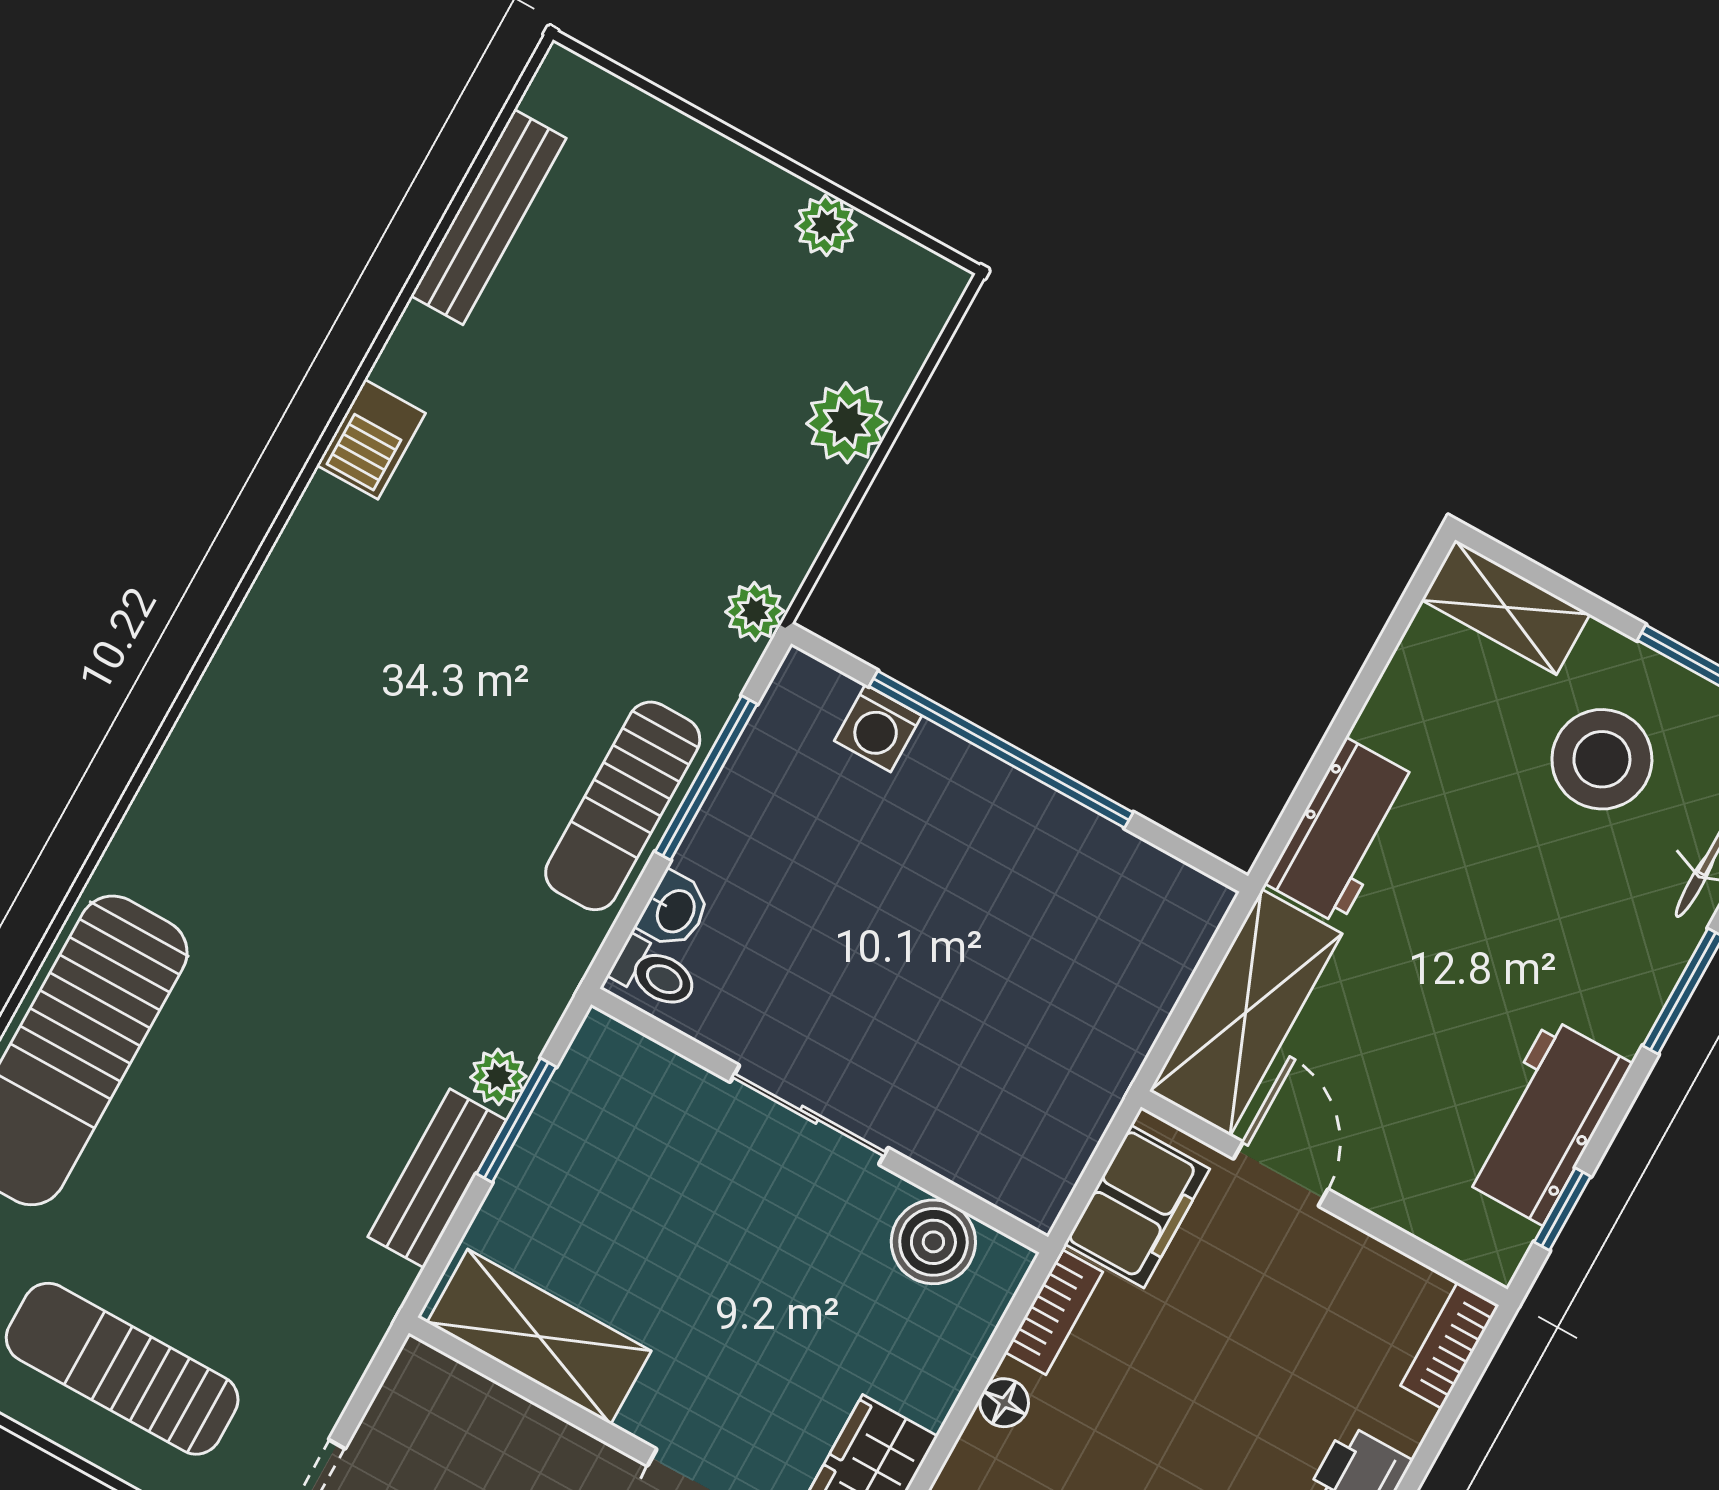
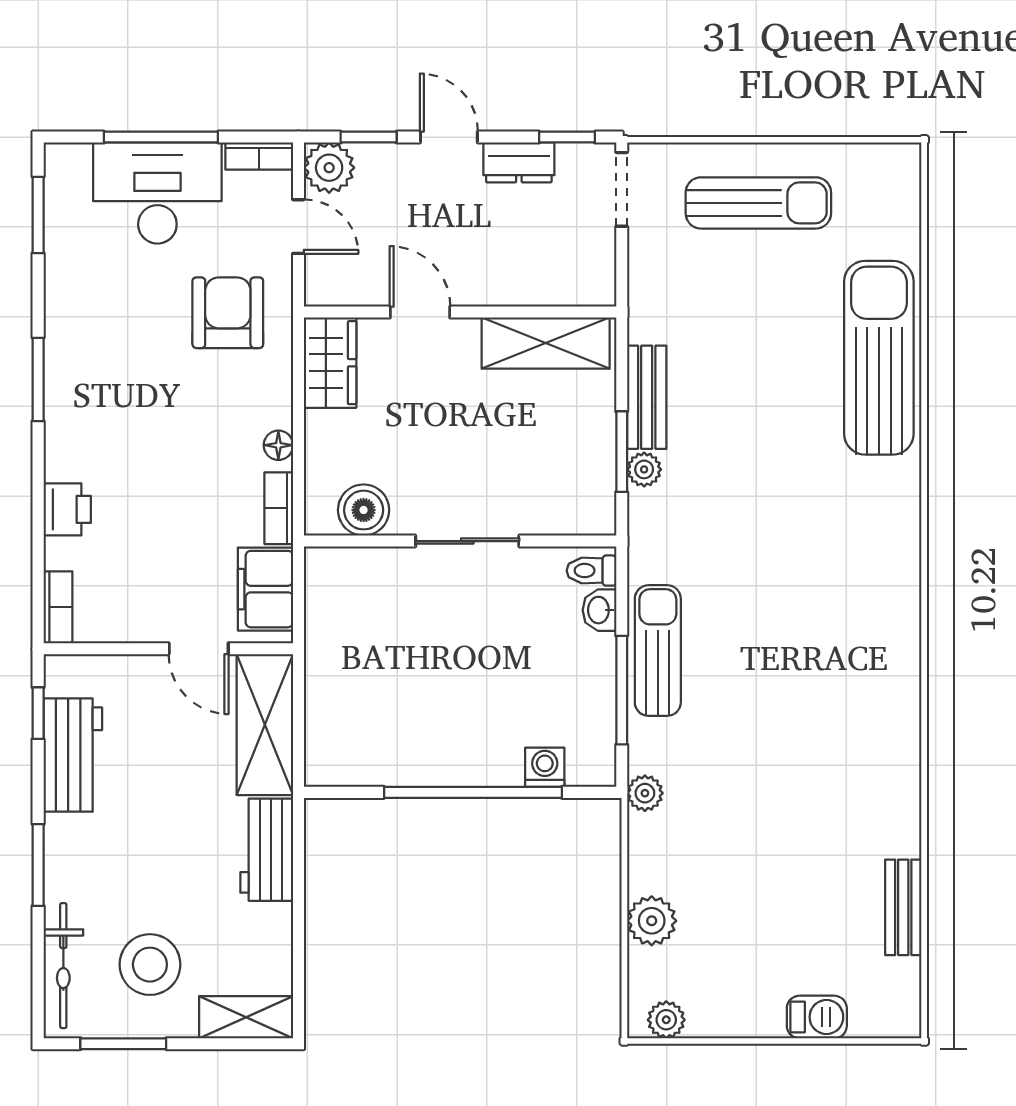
bench: (489, 217) -> (903, 907), width x0.73
plant: (826, 226) -> (666, 1020), moved
barbecue: (371, 439) -> (817, 1017), moved, turned 90

